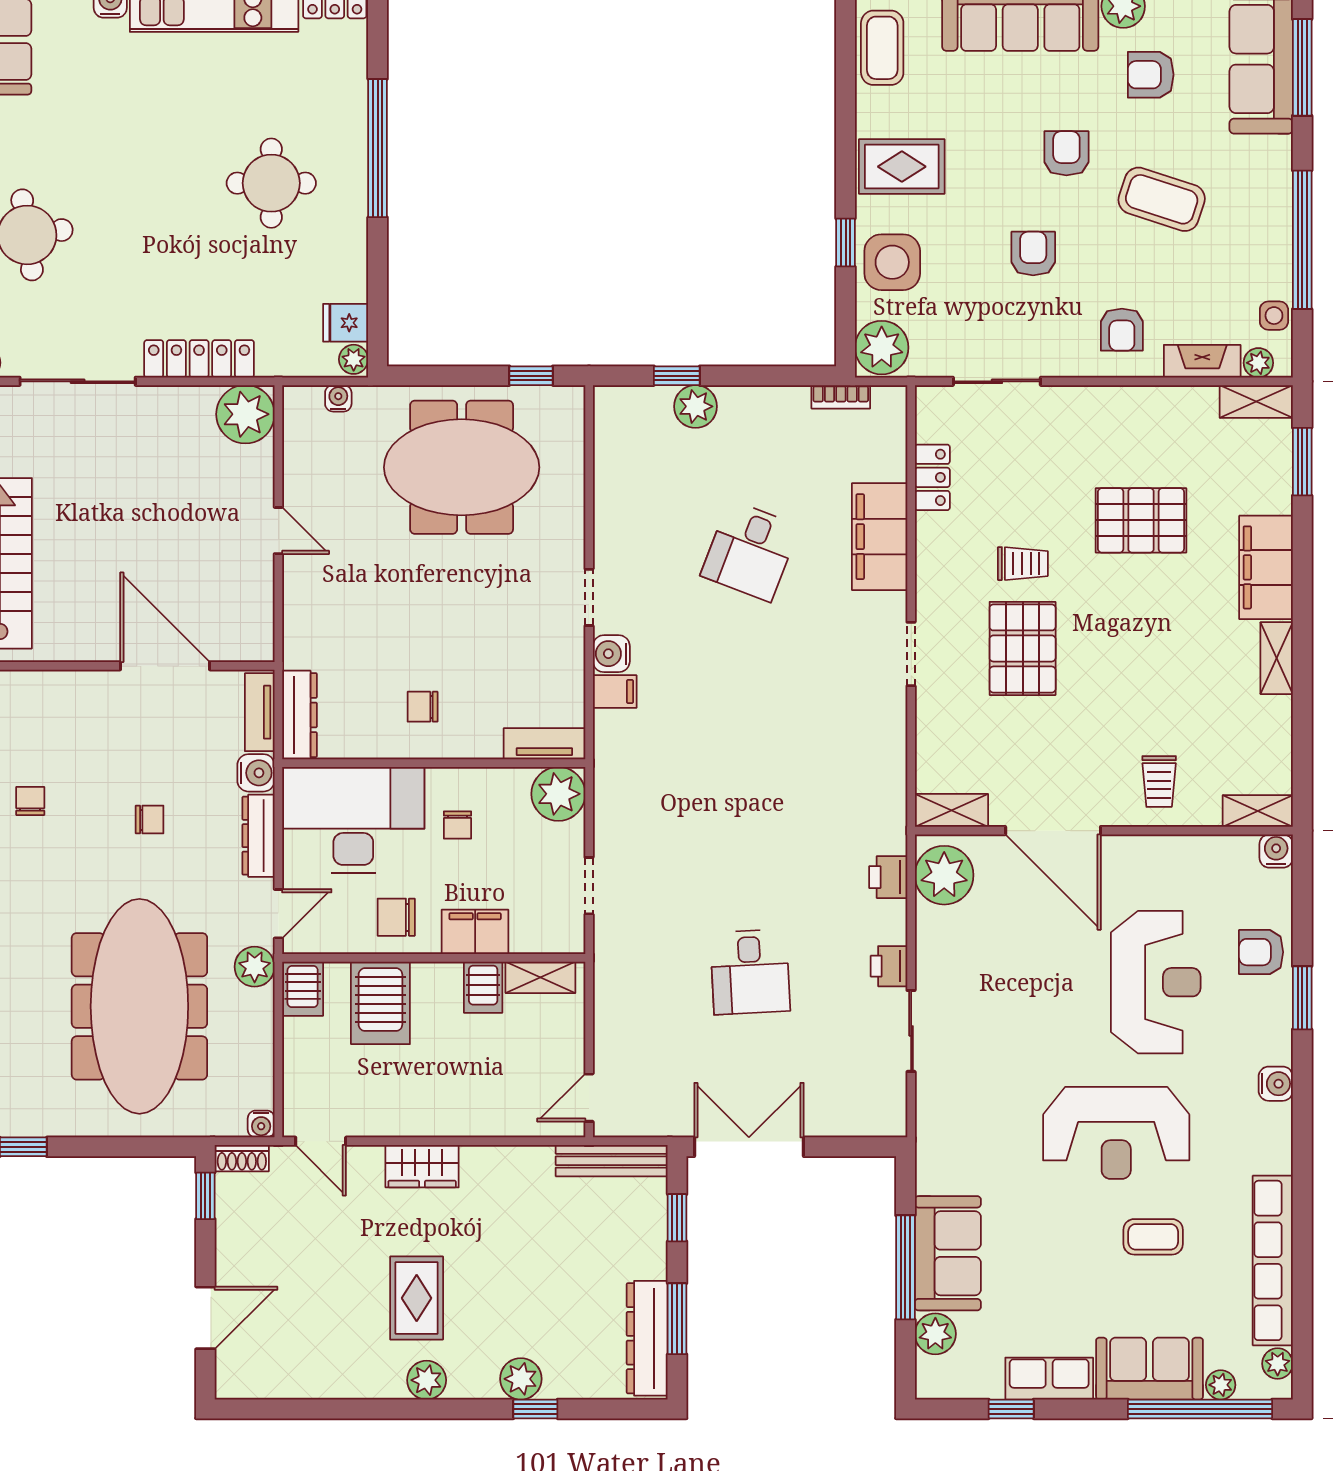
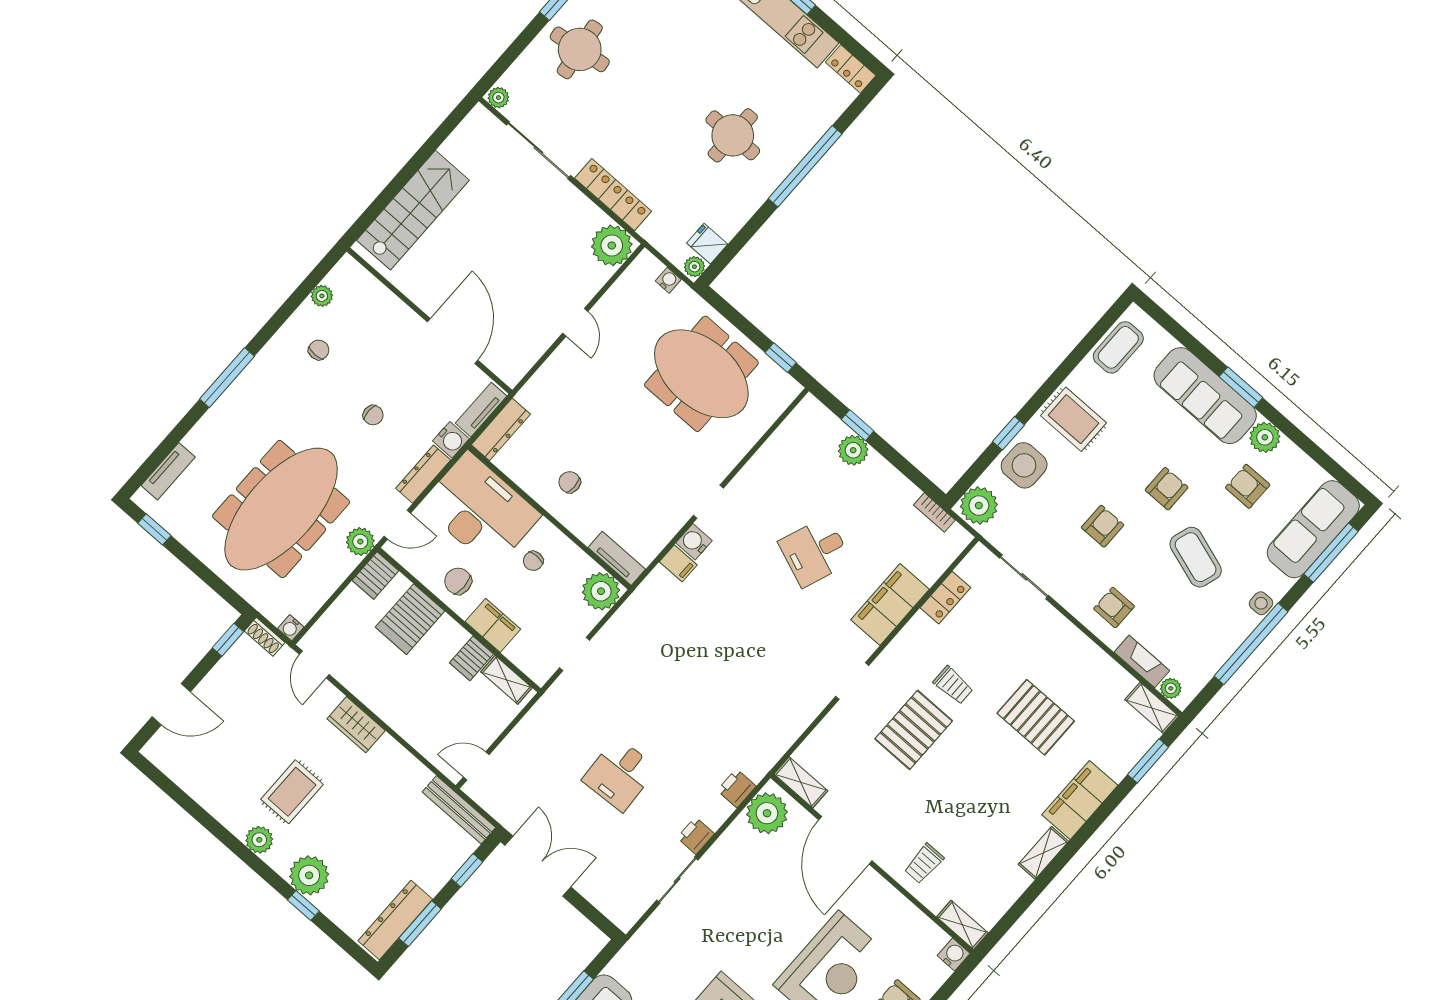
side table: (1274, 316) -> (1261, 603), moved
armchair: (1122, 330) -> (1114, 608), turned 90
plant: (521, 1379) -> (309, 875), width x1.36, depth x1.36

